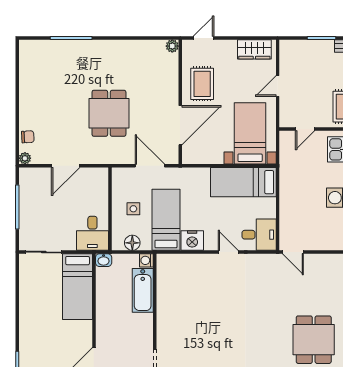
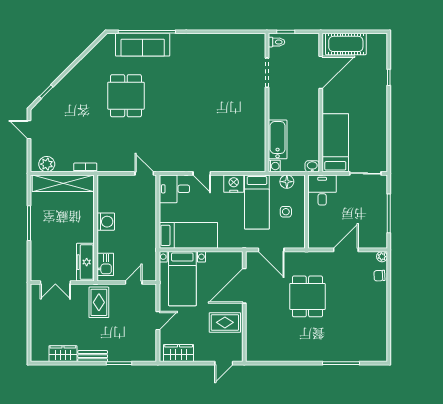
plant: (172, 46) -> (251, 356), removed
rug: (202, 84) -> (225, 322), turned 90

